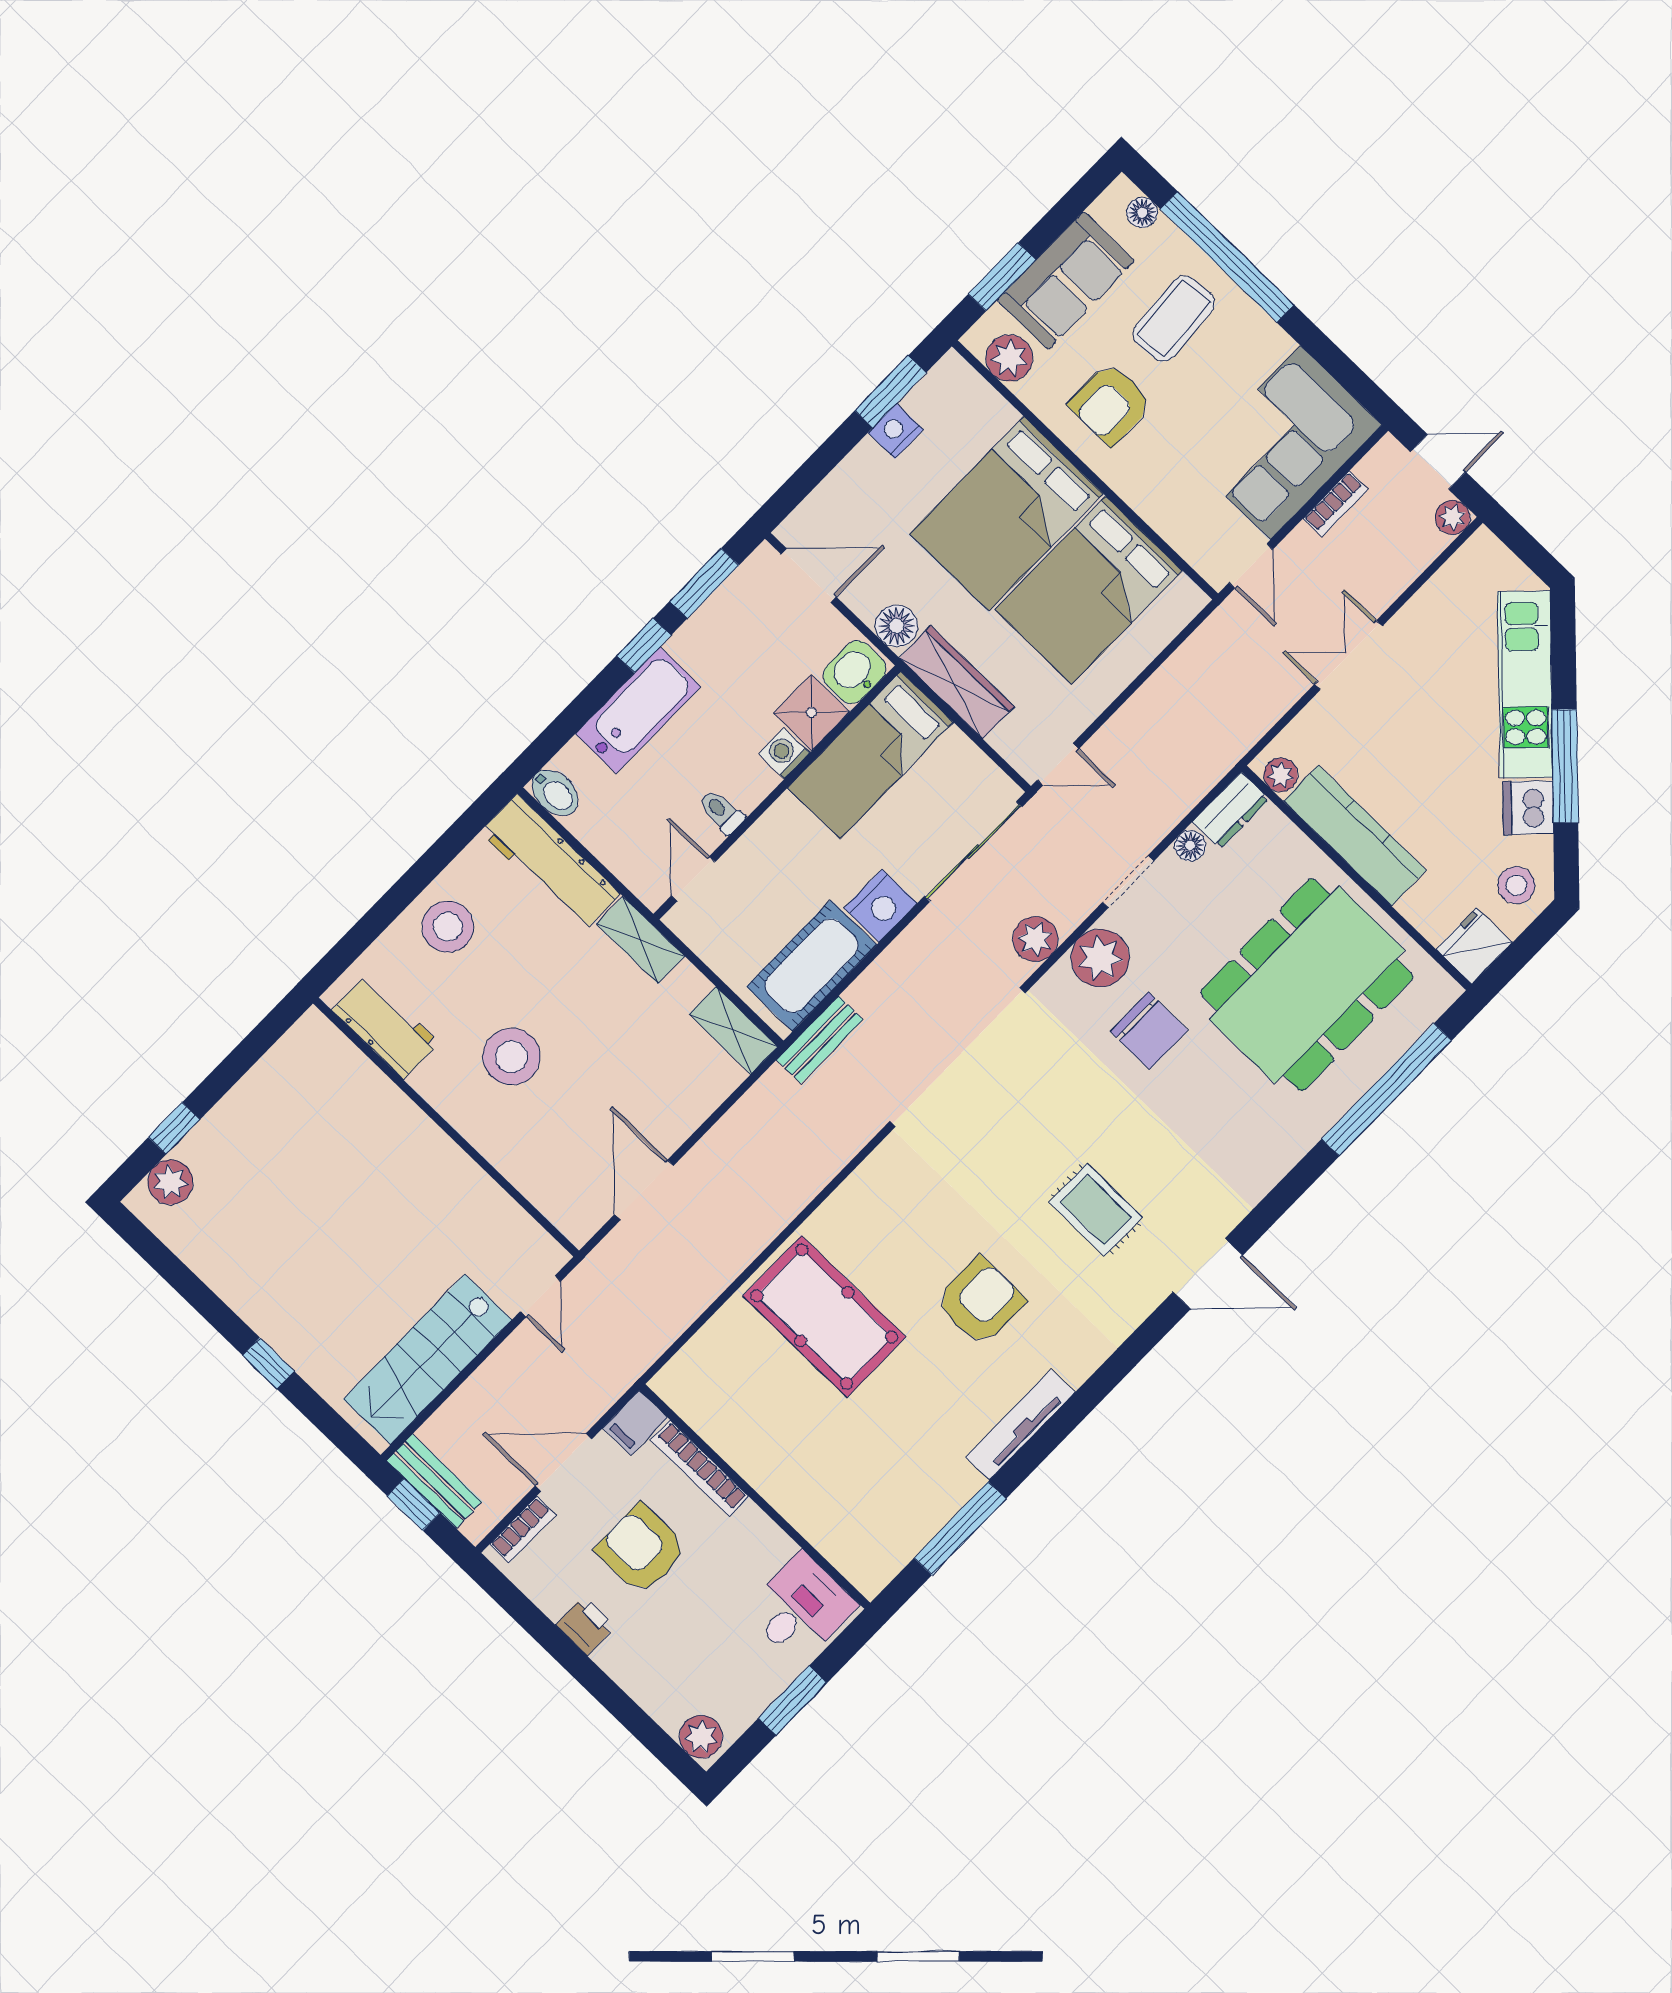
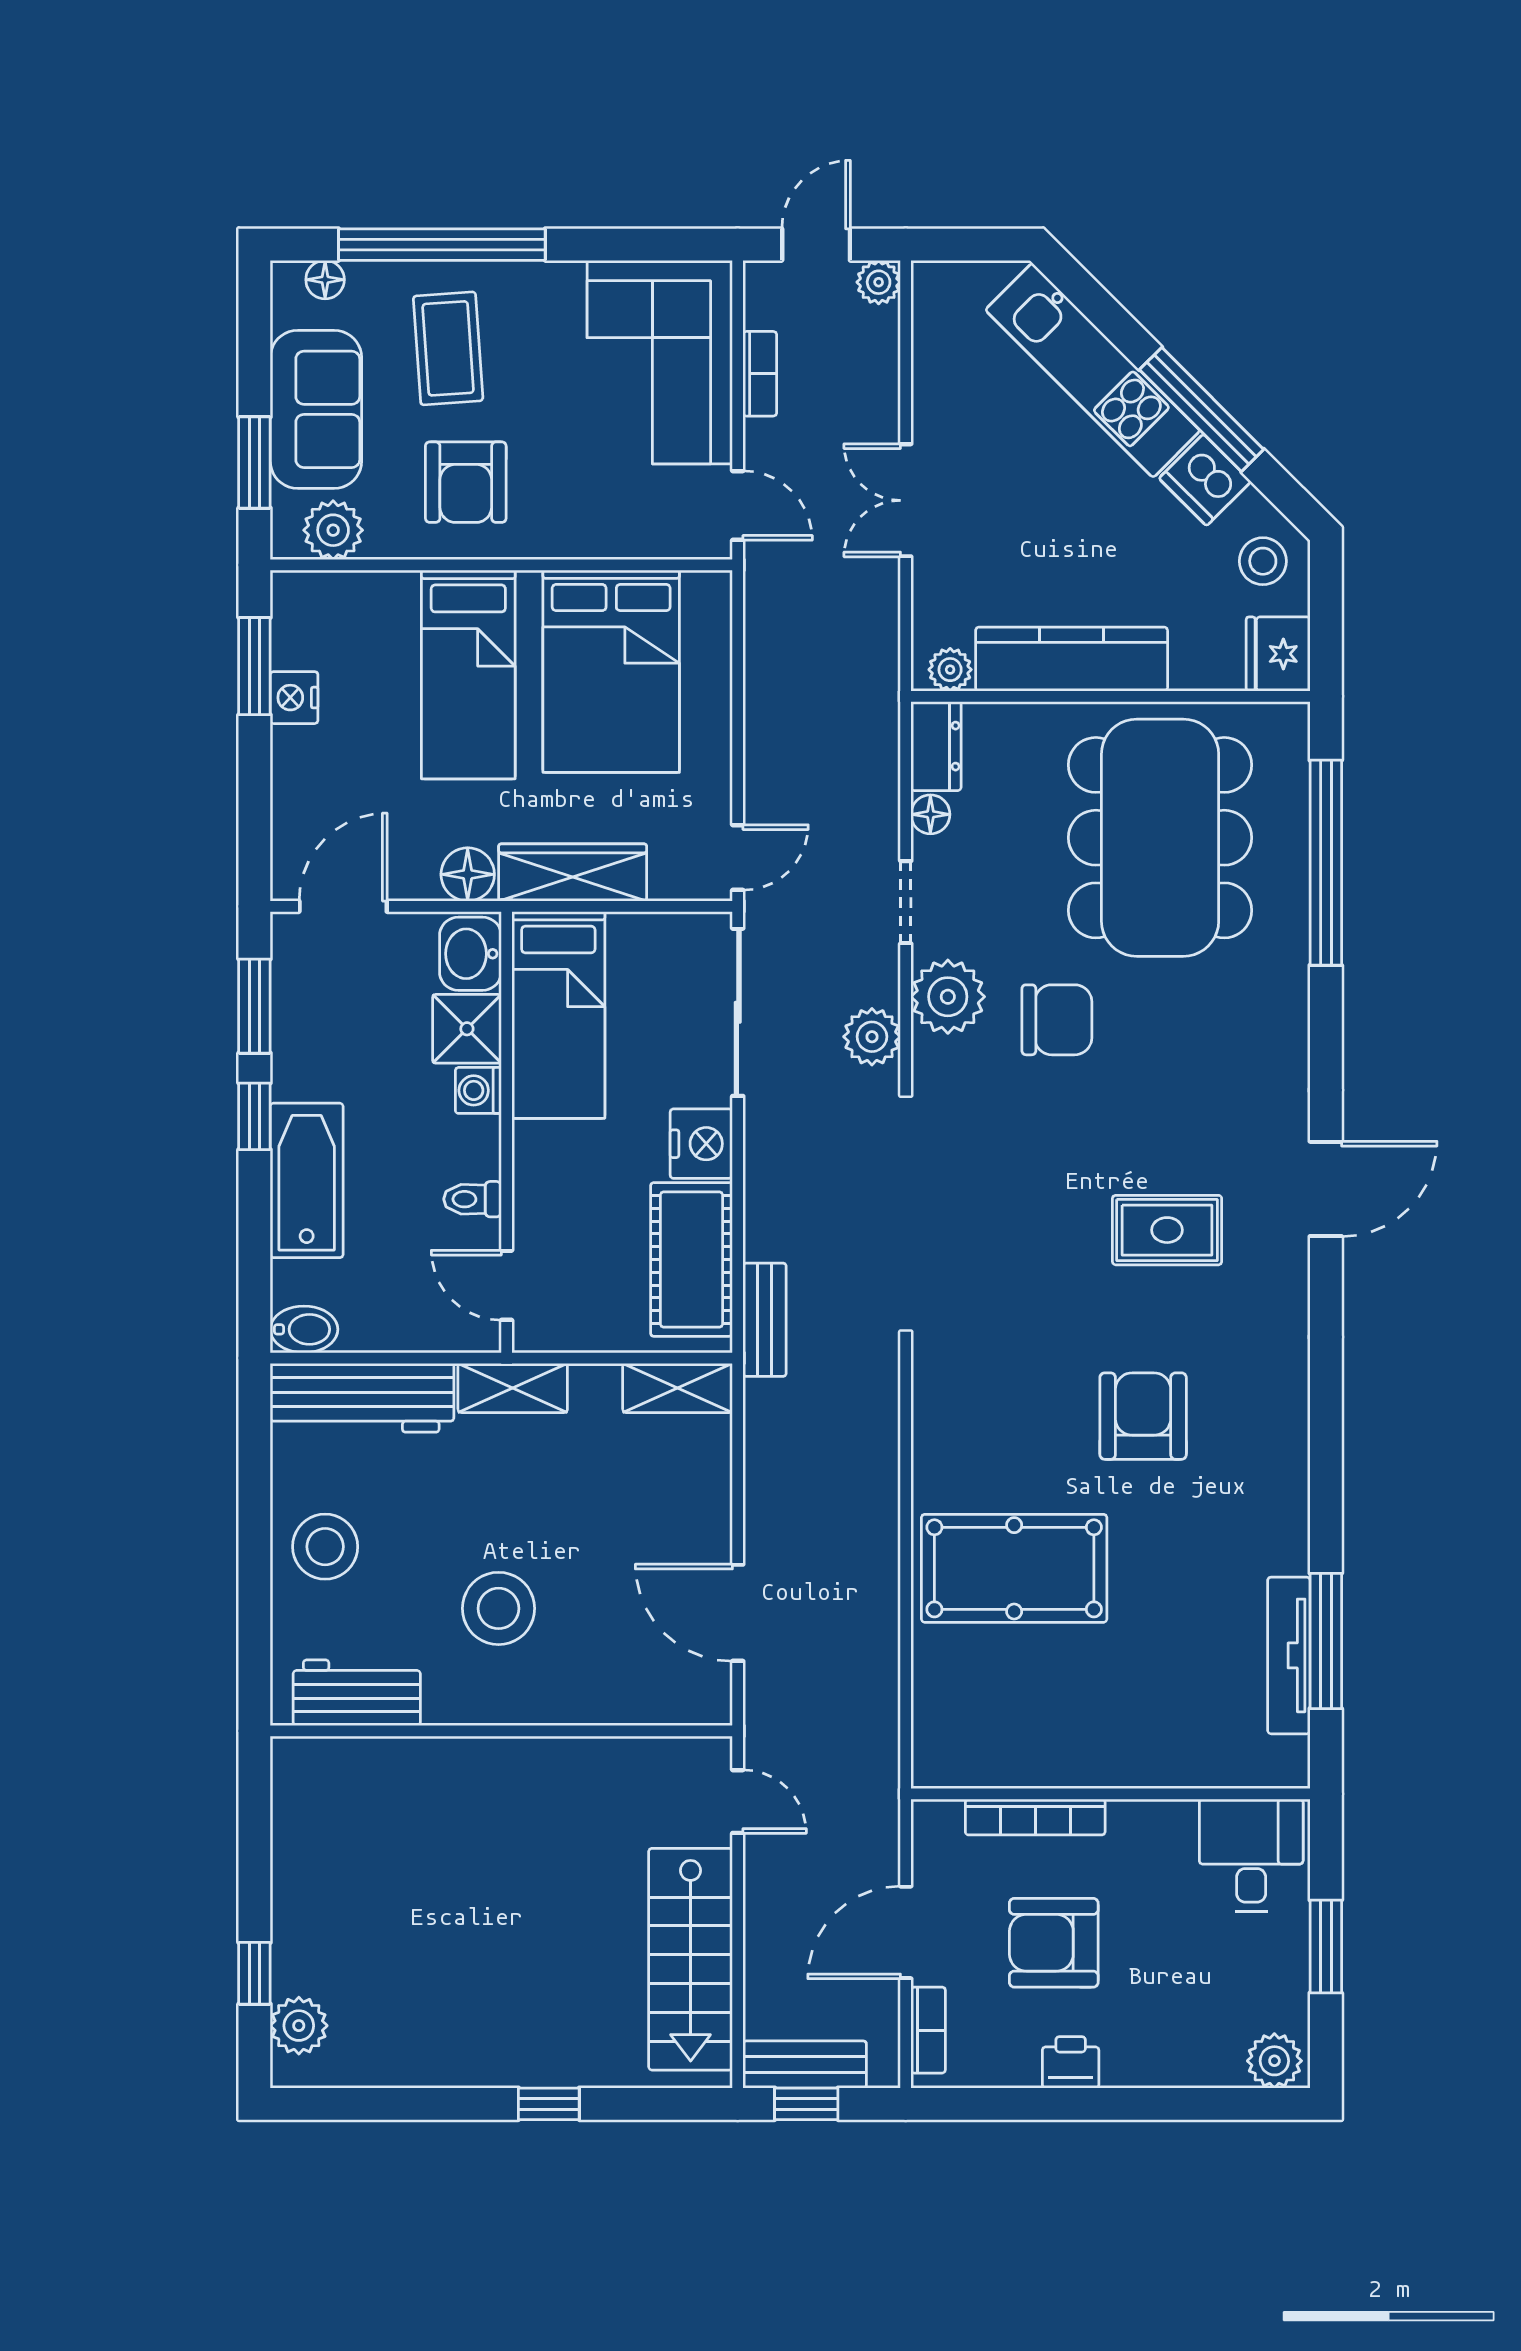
bed: (1006, 514) -> (468, 675), width x0.67
filing cabinet: (635, 1423) -> (936, 1833), removed
tv unit: (1020, 1425) -> (1289, 1655), moved

